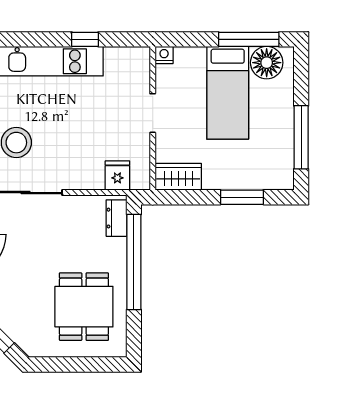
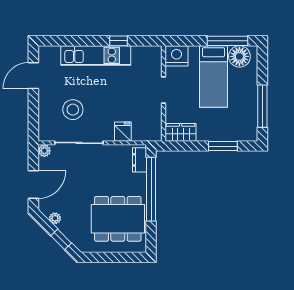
nightstand: (164, 55) -> (176, 56), width x1.89, depth x1.79
fridge: (117, 176) -> (123, 132), moved
dining table: (84, 307) -> (118, 219), width x1.38

